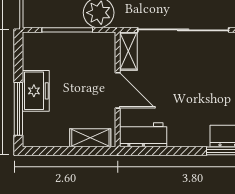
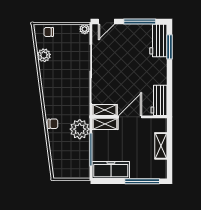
shelving: (107, 52) -> (105, 124), added
freezer: (36, 91) -> (111, 170), moved, width x1.40
shelving: (90, 138) -> (161, 146), moved

